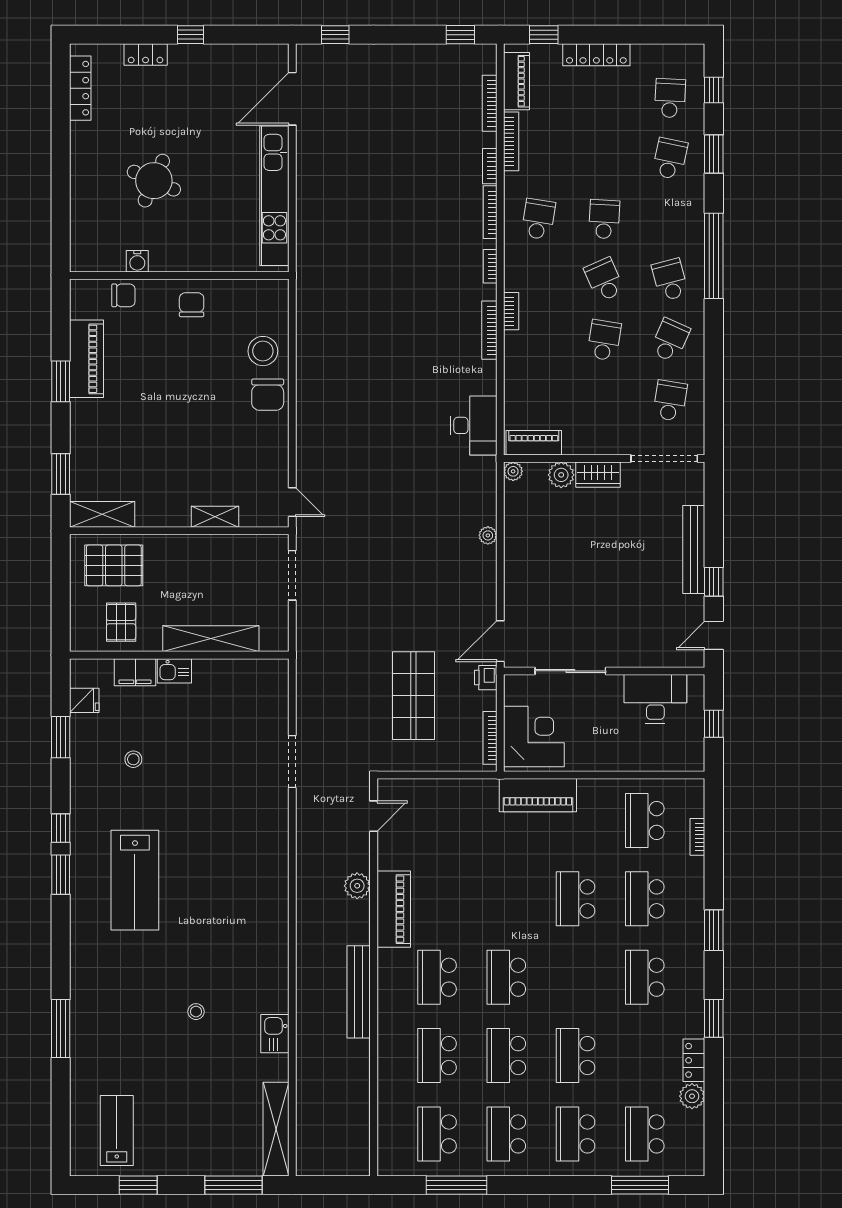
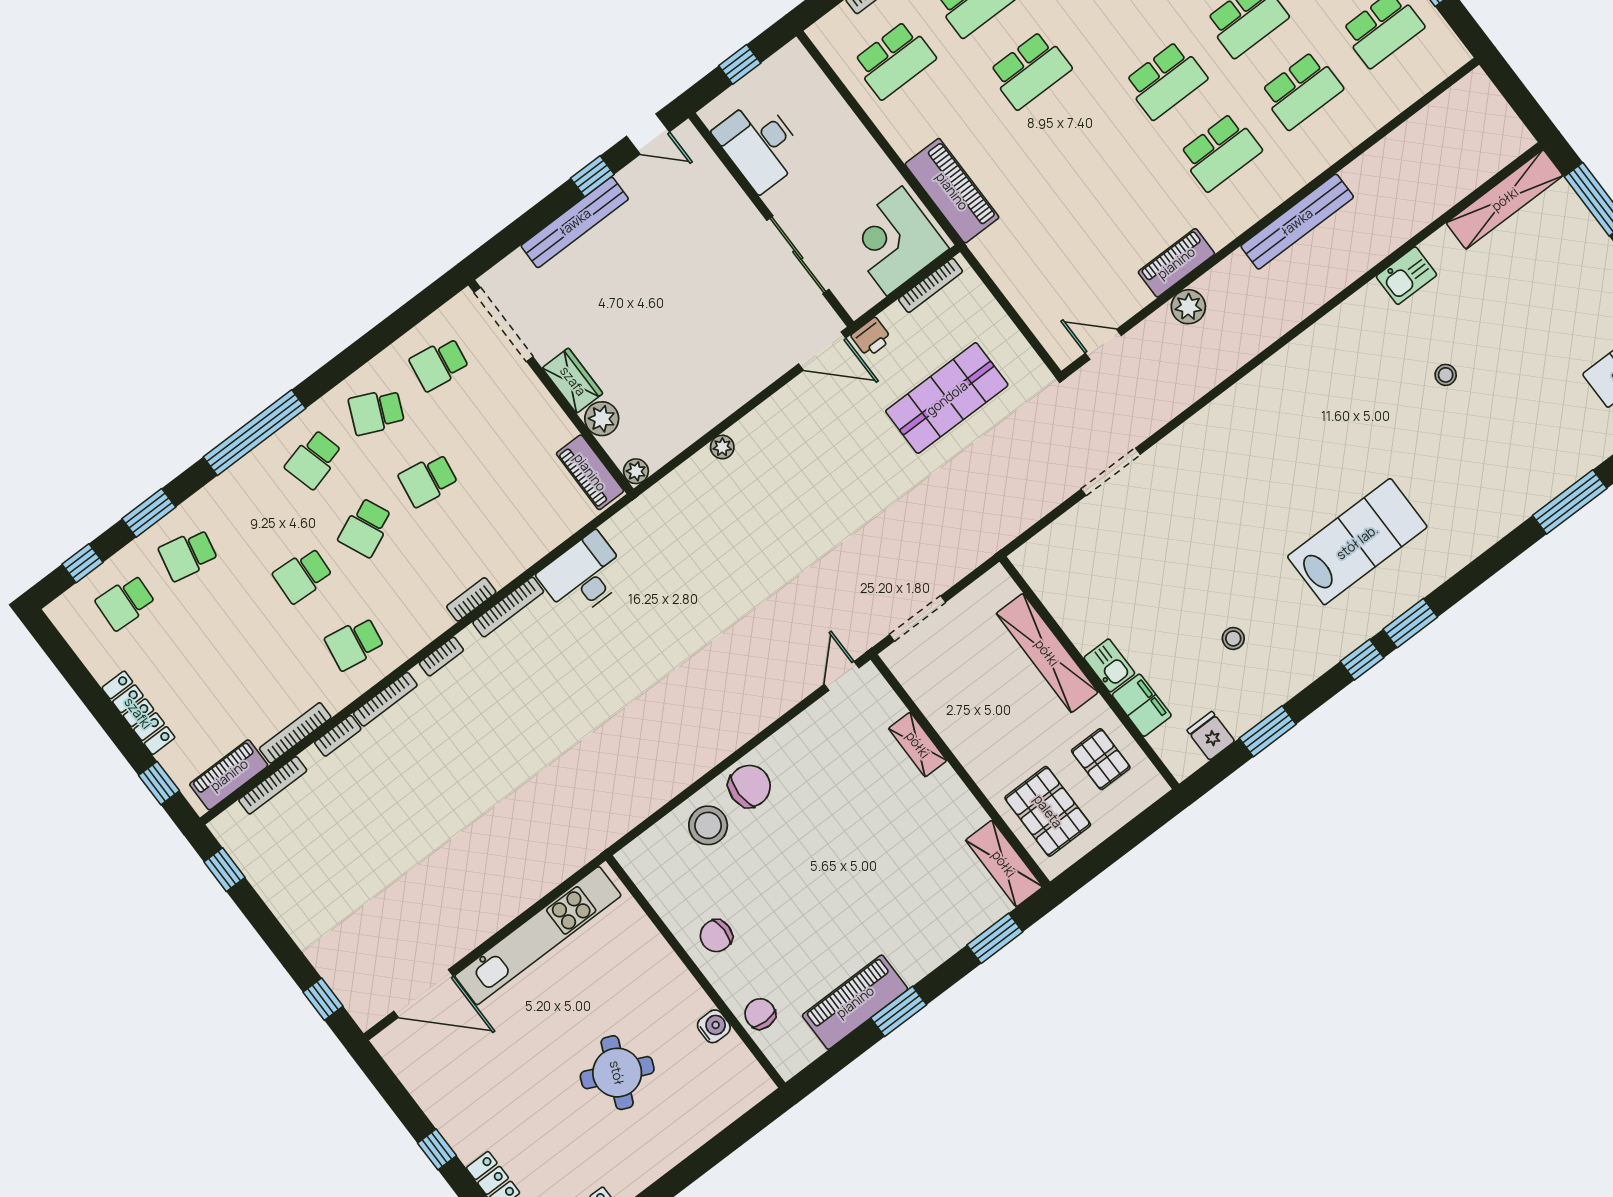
desk: (473, 425) -> (584, 576), moved
pallet: (121, 622) -> (1101, 759), turned 90
piano: (394, 909) -> (1176, 263), width x0.73, depth x0.75

